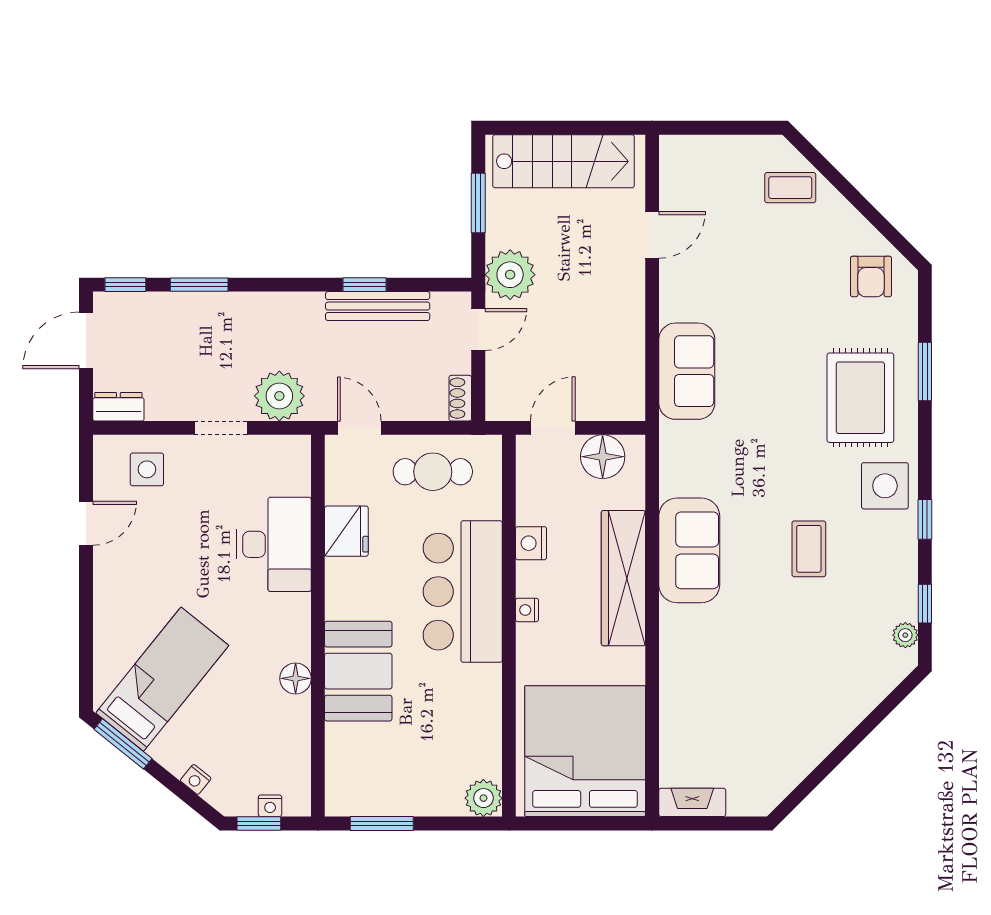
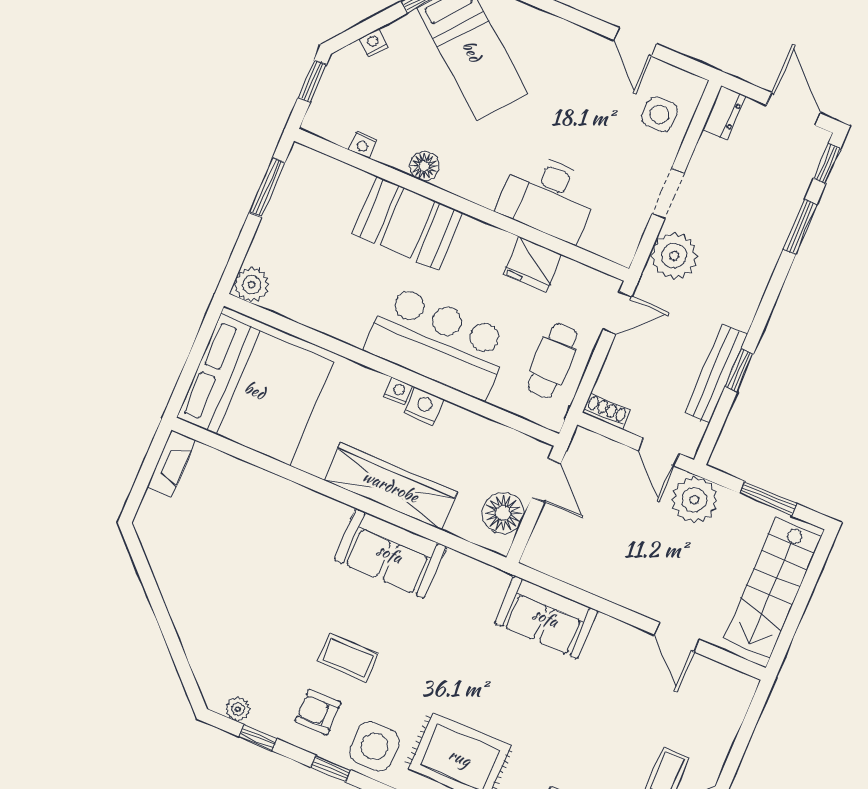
nightstand: (531, 543) -> (424, 406), moved
armchair: (875, 555) -> (318, 712), added
nightstand: (270, 806) -> (363, 145), moved, turned -90

